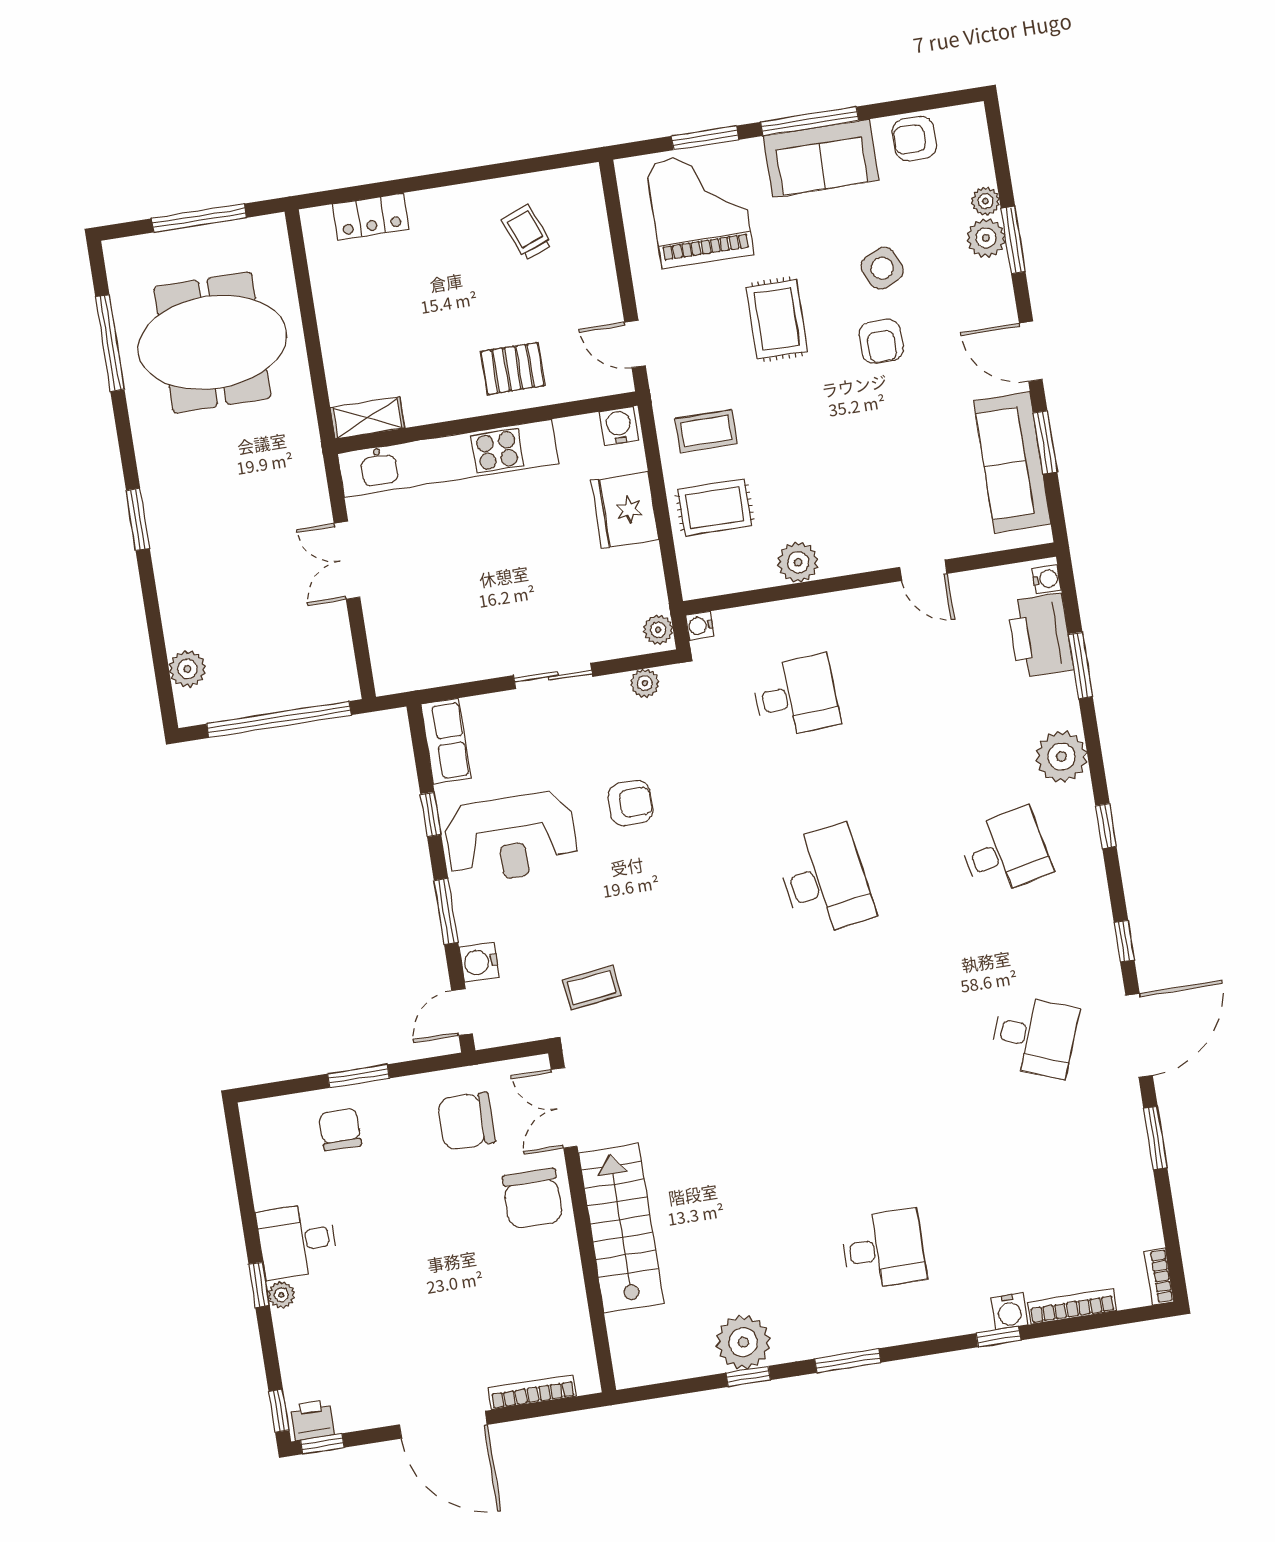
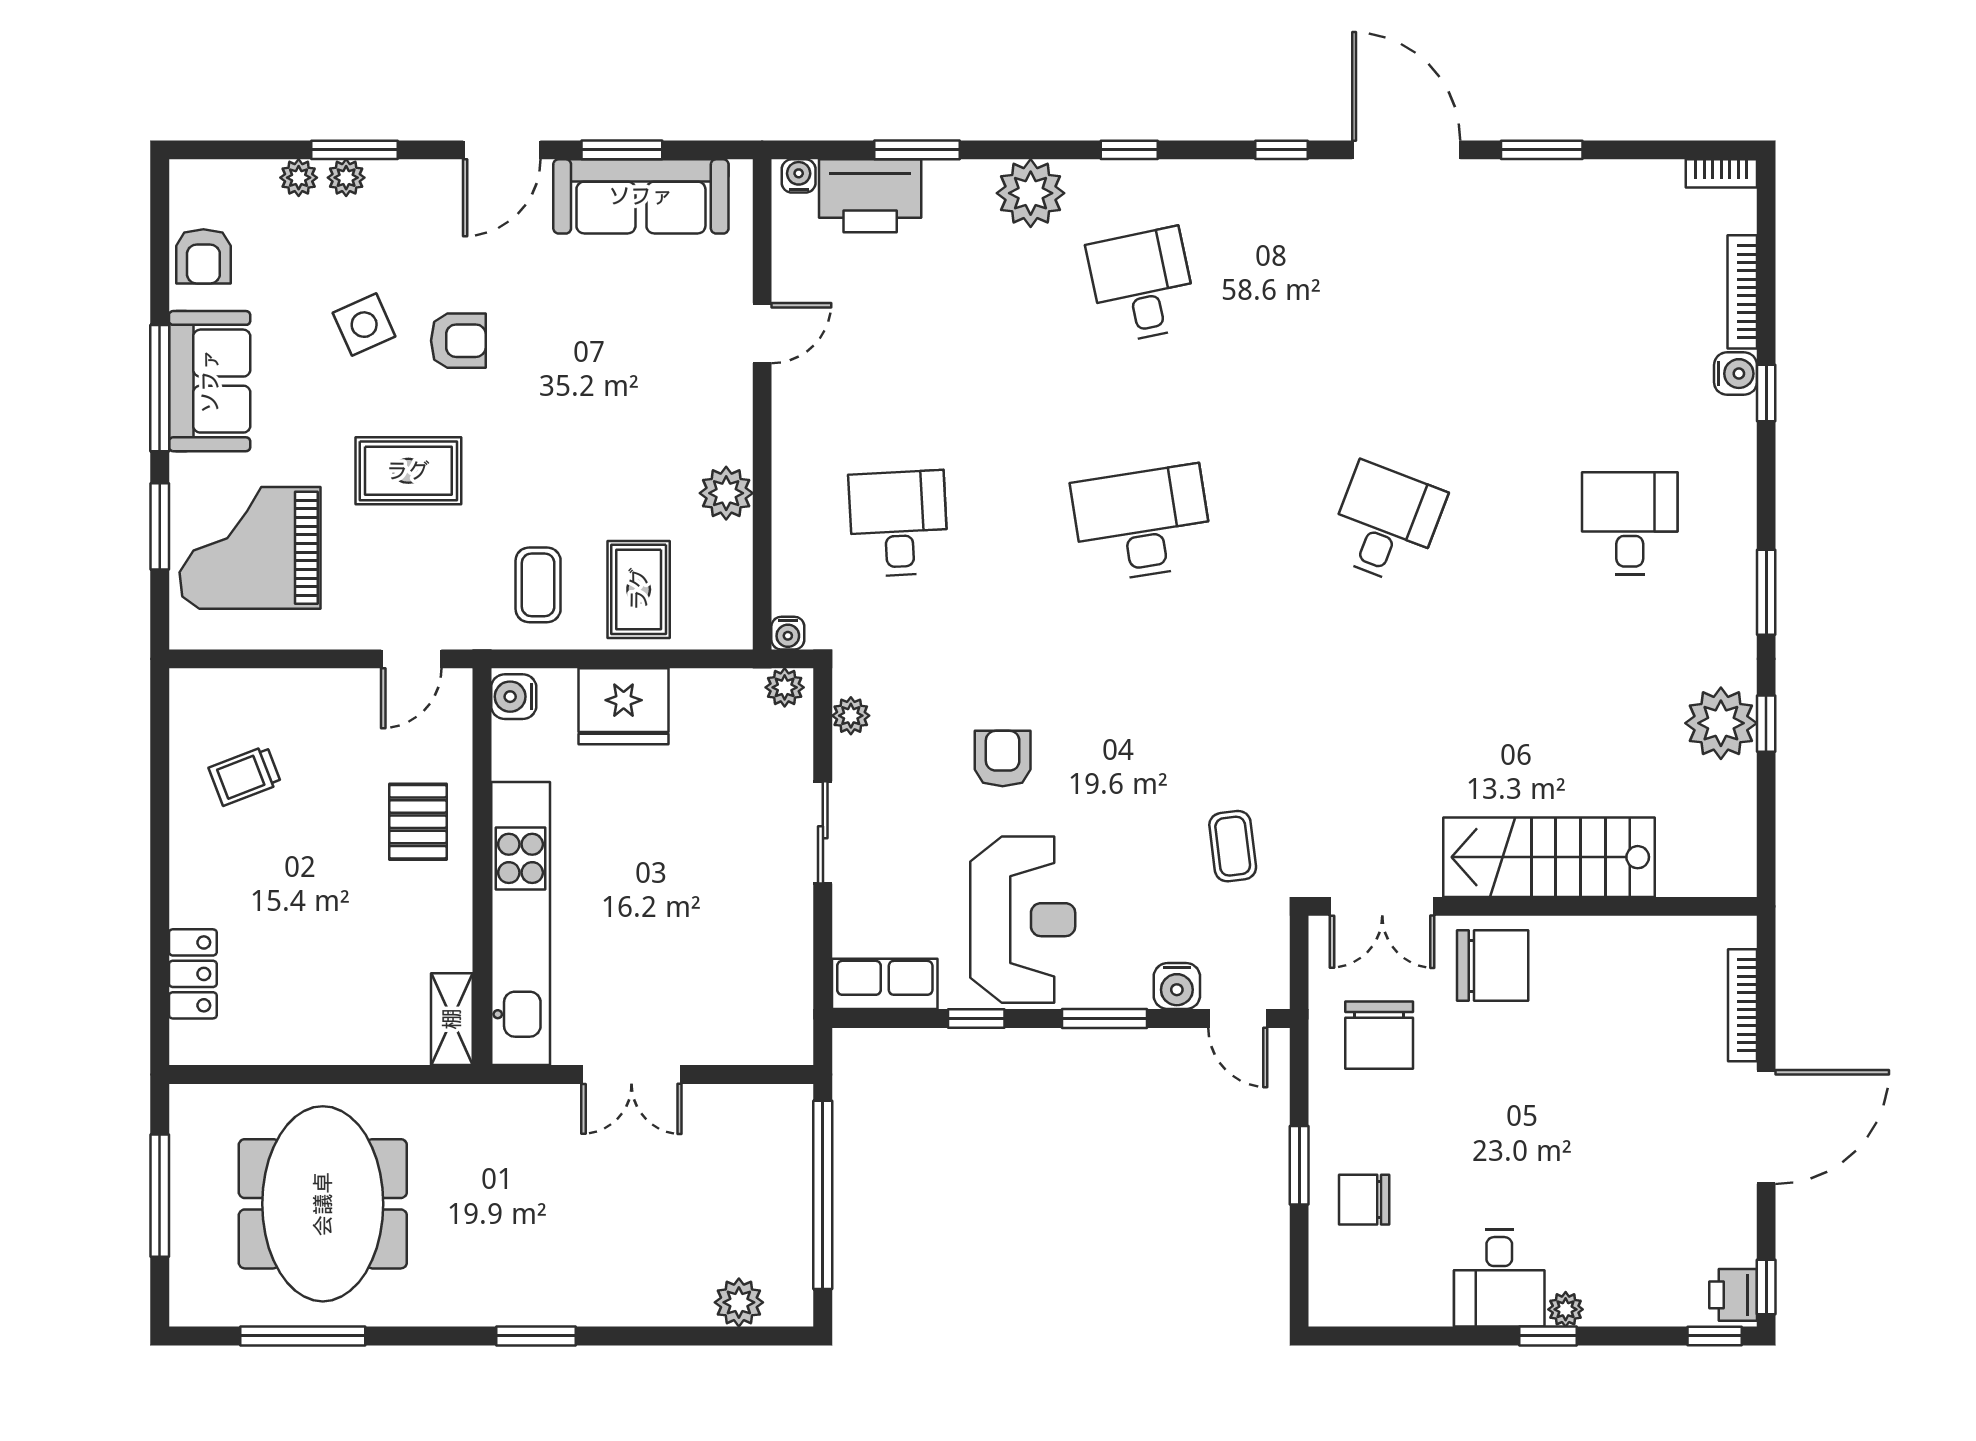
plant: (986, 238) -> (346, 178), width x0.73, depth x0.73
desk: (1034, 1036) -> (1386, 523), moved

